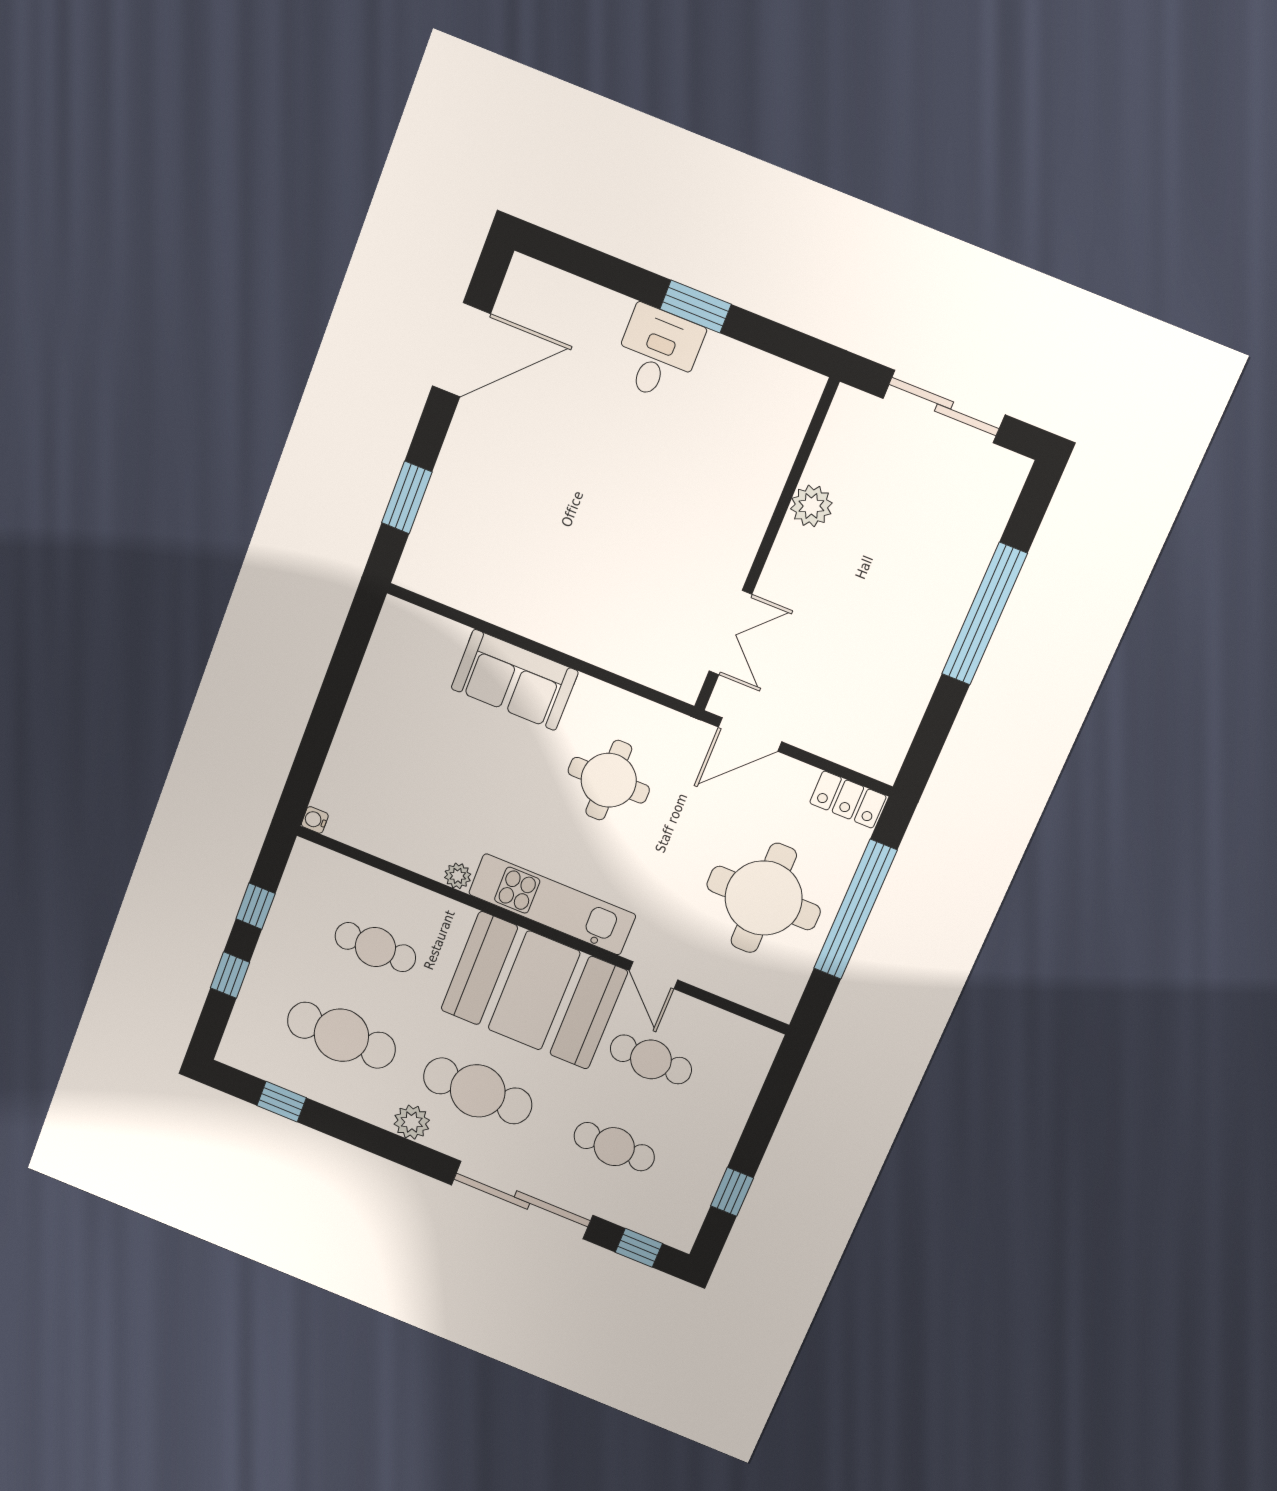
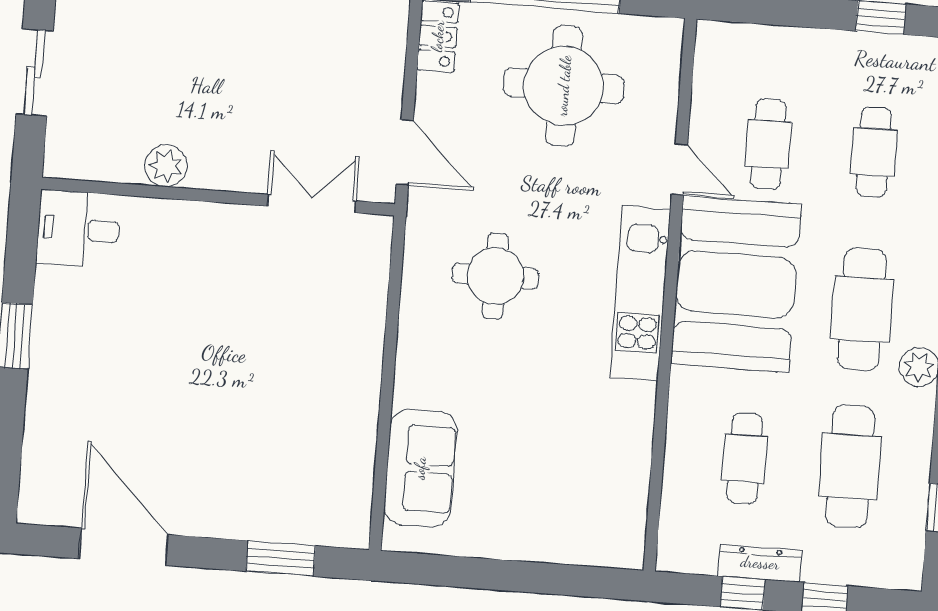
desk: (658, 353) -> (78, 229), moved
sliding door: (944, 407) -> (35, 72), width x0.73
sofa: (515, 680) -> (420, 468), moved
water cooler: (315, 820) -> (633, 558), removed
plant: (458, 876) -> (643, 397), removed
dresser: (278, 929) -> (760, 563), added
door: (654, 975) -> (680, 169), hinge flipped

